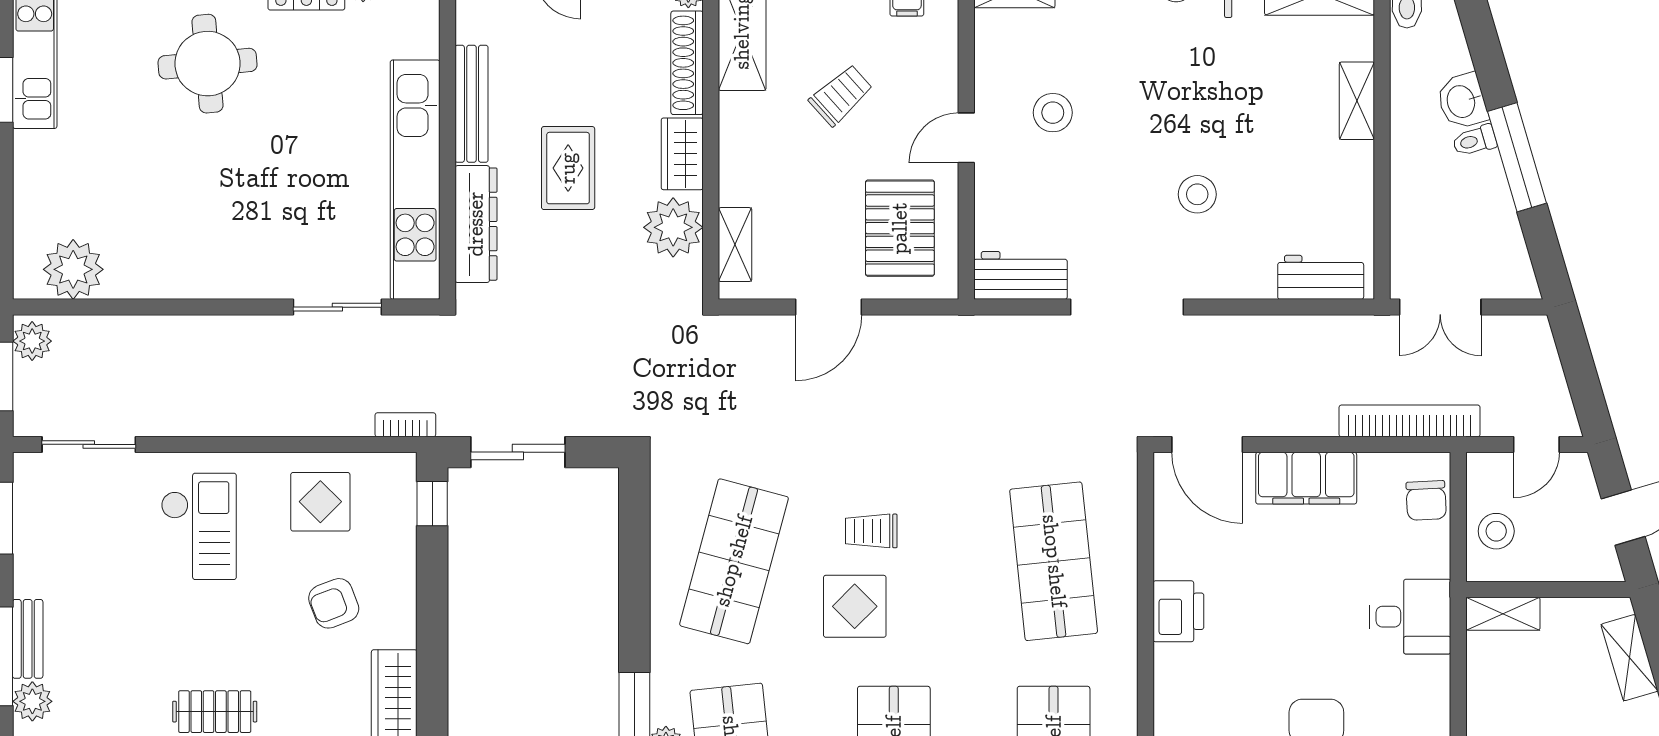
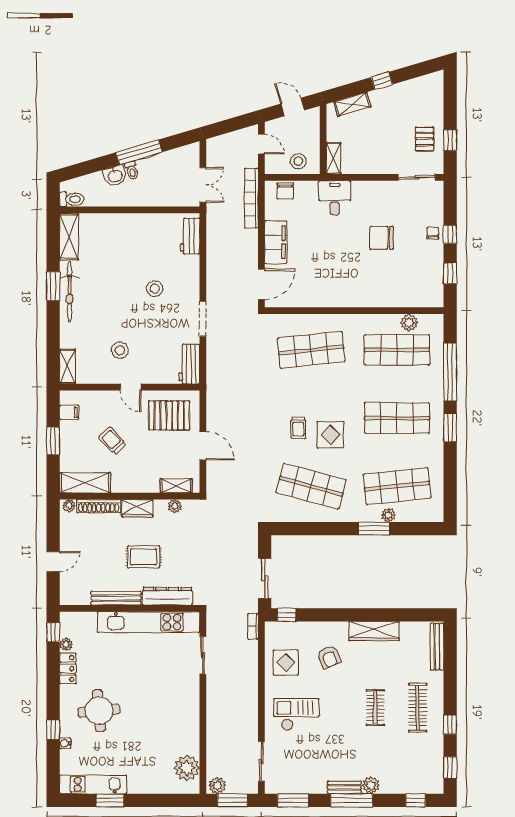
shelving: (1357, 101) -> (115, 221), removed
plant: (673, 227) -> (175, 506), width x0.53, depth x0.53
doorway: (1127, 307) -> (203, 319), width x0.73
chair: (1426, 500) -> (285, 191), turned 93
printer: (1178, 611) -> (333, 297), removed

